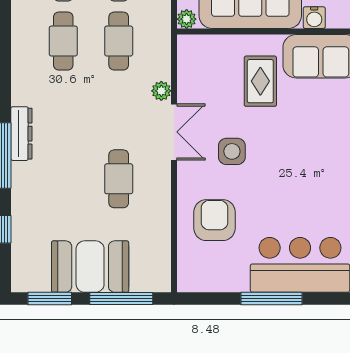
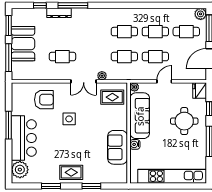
rug: (260, 81) -> (112, 97), moved
dresser: (21, 134) -> (59, 13), moved
side table: (232, 151) -> (69, 119), moved

